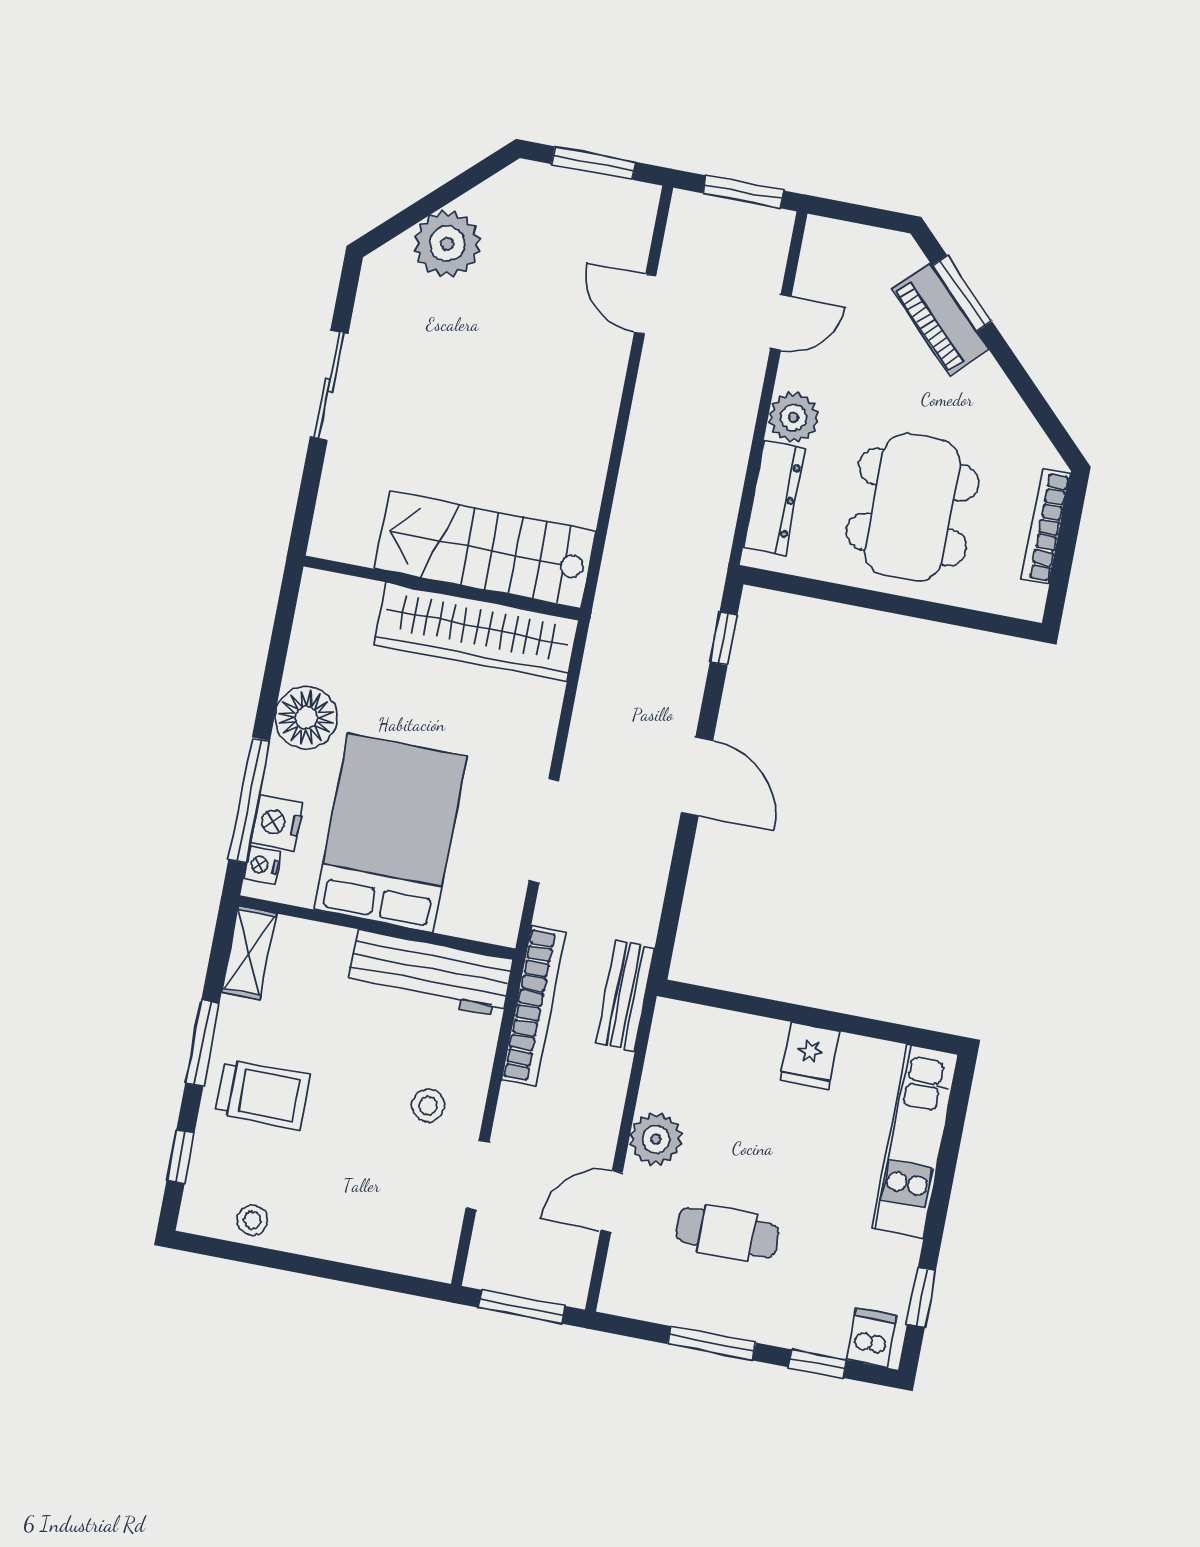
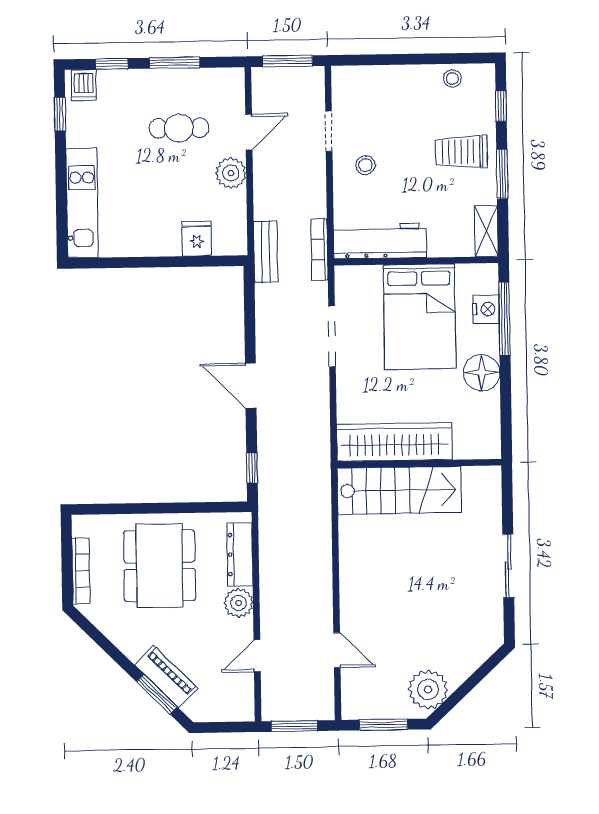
plant: (447, 244) -> (428, 690), moved
nightstand: (262, 865) -> (489, 283), removed
bookcase: (534, 1006) -> (320, 250), width x0.68, depth x0.76
fridge: (810, 1056) -> (197, 239), moved

